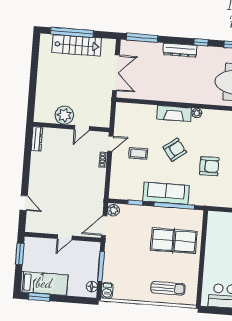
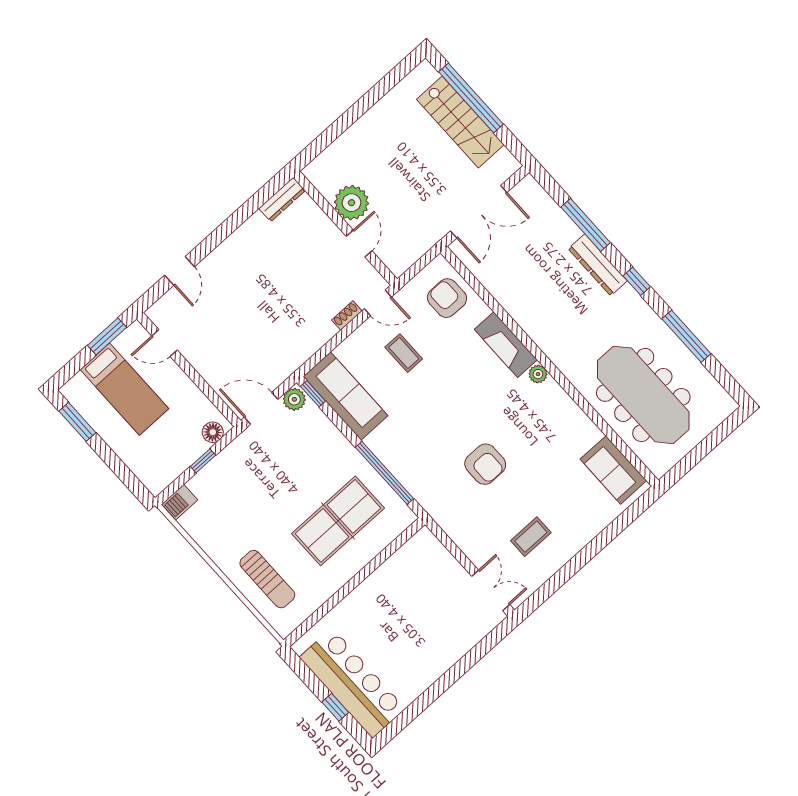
window: (142, 38) -> (586, 225), moved
door: (82, 128) -> (359, 243), swing flipped
armchair: (175, 150) -> (447, 298), moved, turned -143
sofa: (166, 193) -> (346, 396), moved
window: (135, 203) -> (313, 394), moved
door: (65, 237) -> (164, 343), moved
table tennis table: (174, 241) -> (338, 521), turned 90
window: (101, 267) -> (203, 461), width x0.46
bed: (44, 283) -> (124, 389), moved
floor lamp: (92, 287) -> (213, 432), moved

